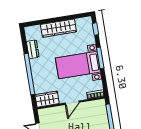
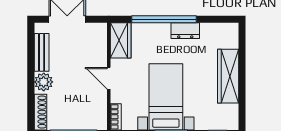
dresser: (33, 49) -> (185, 31), moved

